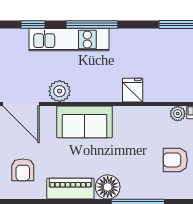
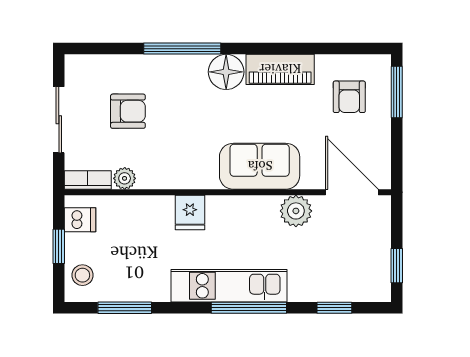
kitchen unit: (69, 40) -> (229, 286), moved
armchair: (23, 170) -> (349, 97), turned 180

